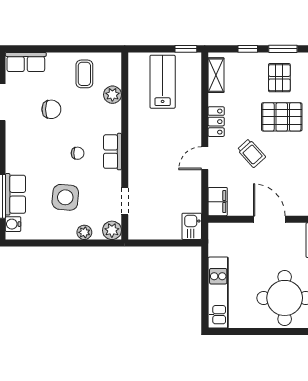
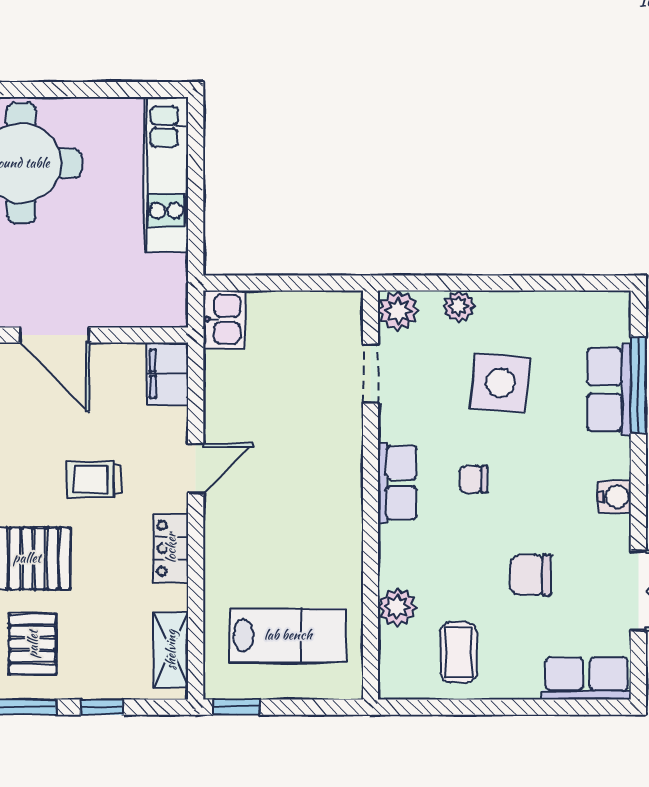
lab bench: (163, 82) -> (288, 635), turned -90
trolley: (251, 153) -> (94, 479), turned -48
water cooler: (13, 224) -> (614, 497), moved

